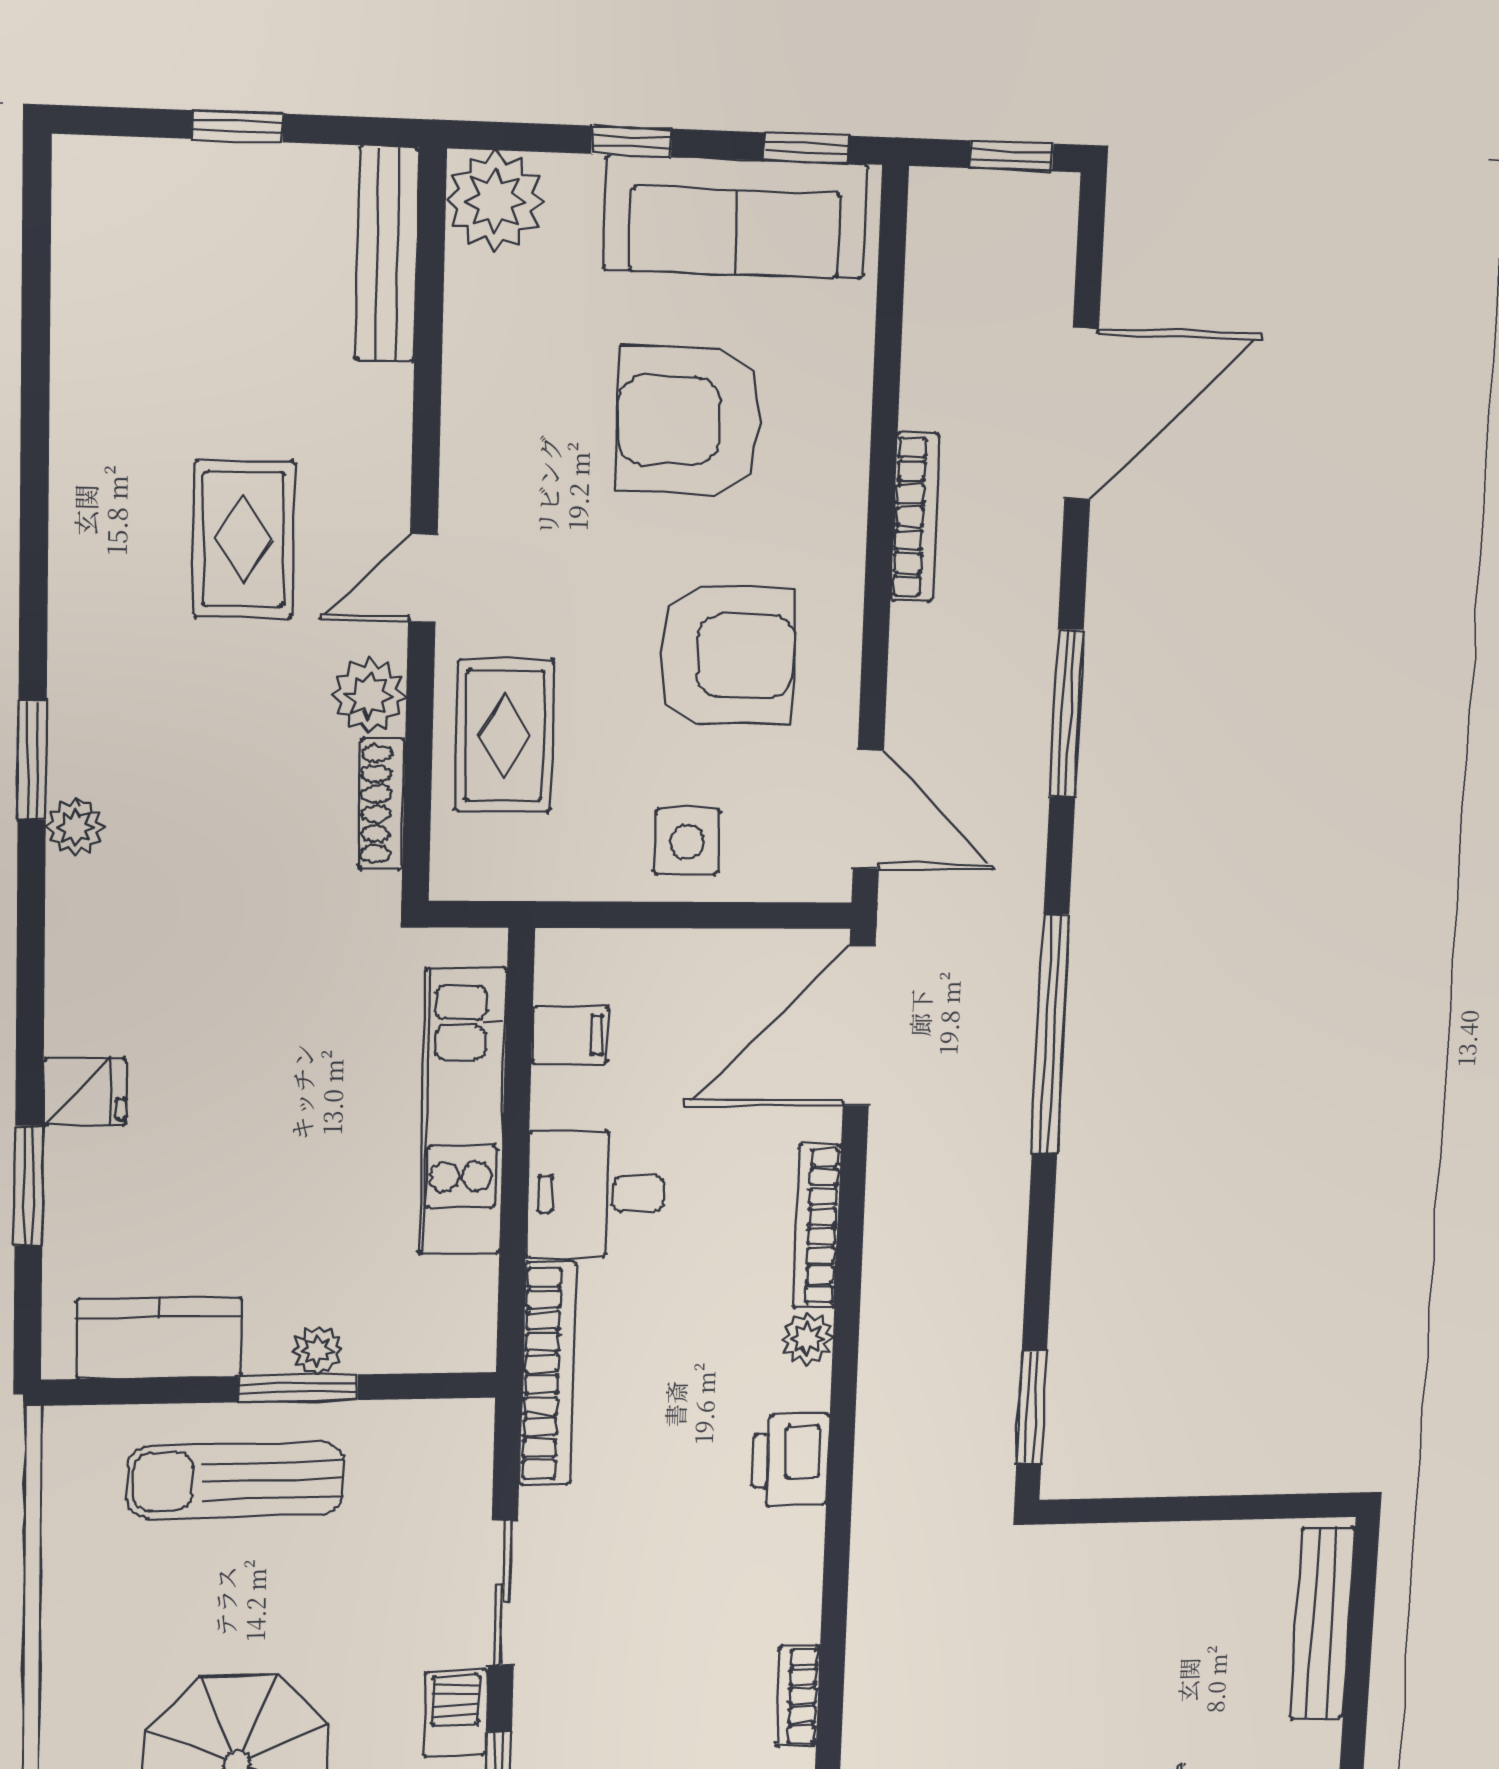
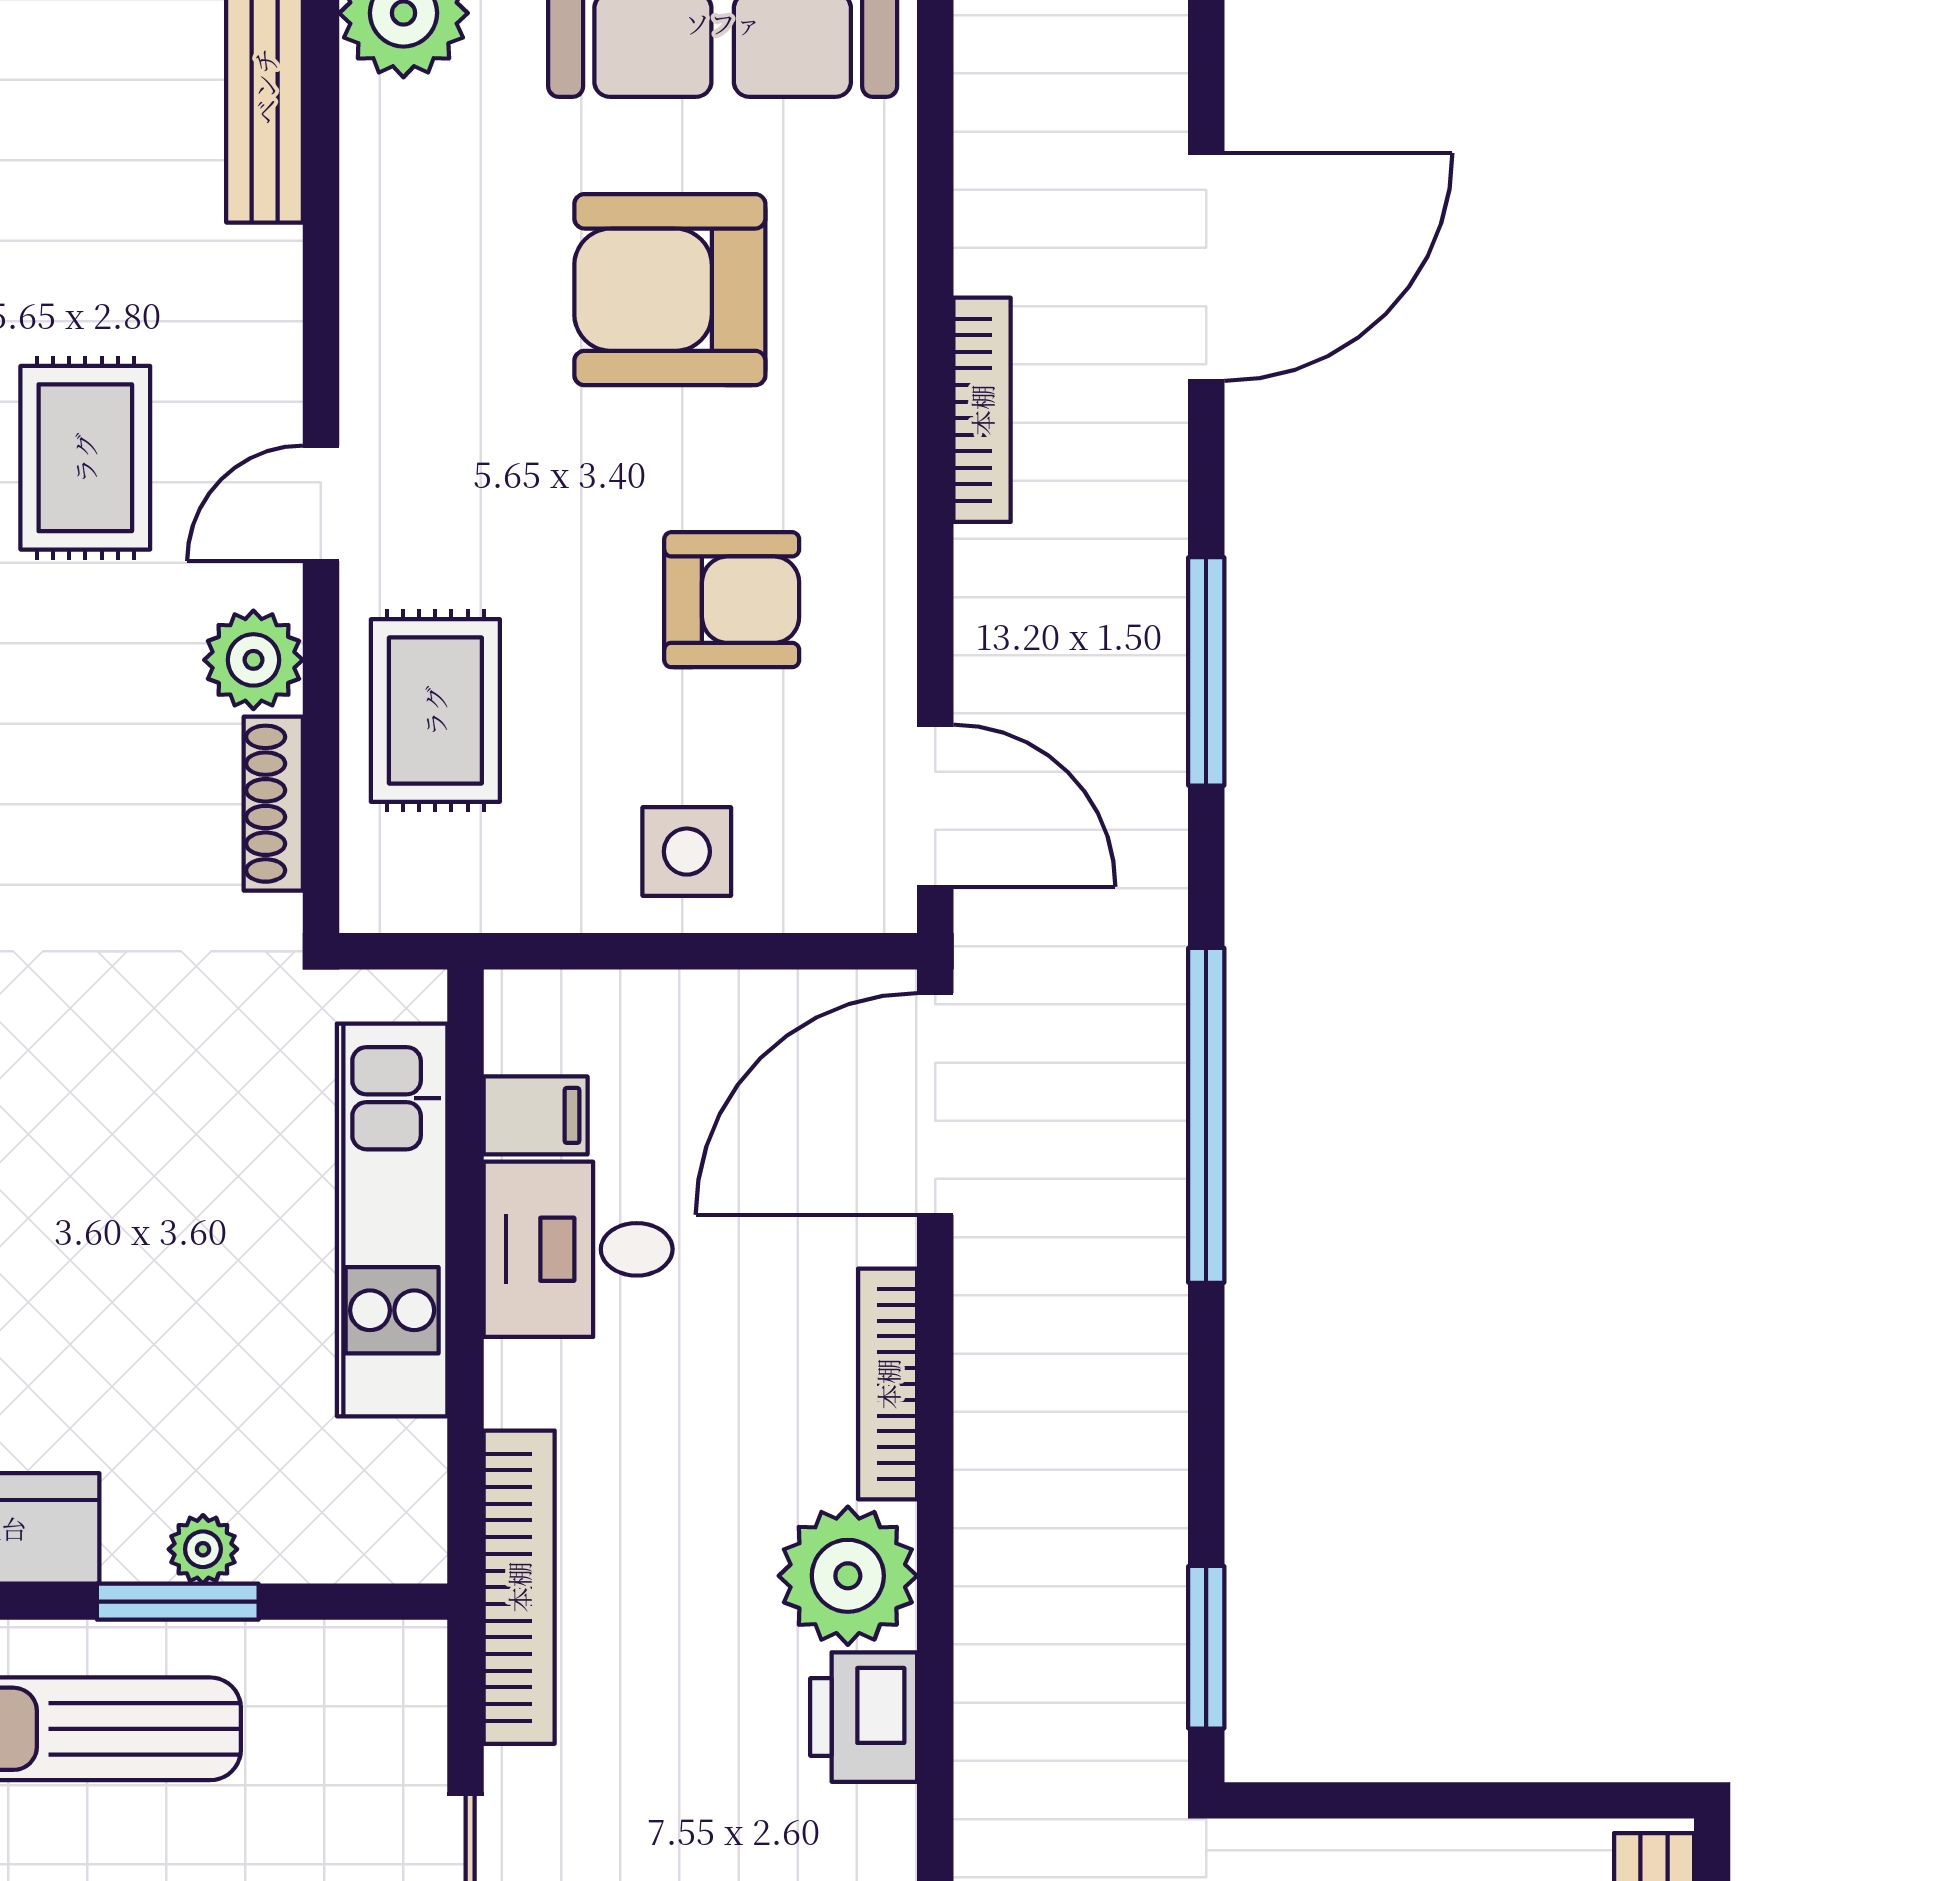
armchair: (726, 656) -> (732, 600), width x0.73, depth x0.73
desk: (596, 1194) -> (578, 1249), moved
plant: (807, 1339) -> (848, 1576), width x1.88, depth x1.88

